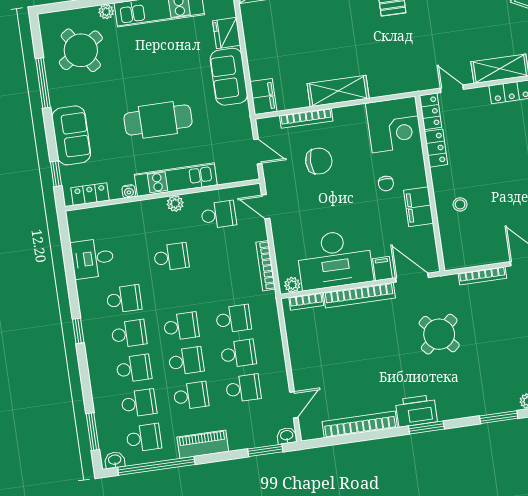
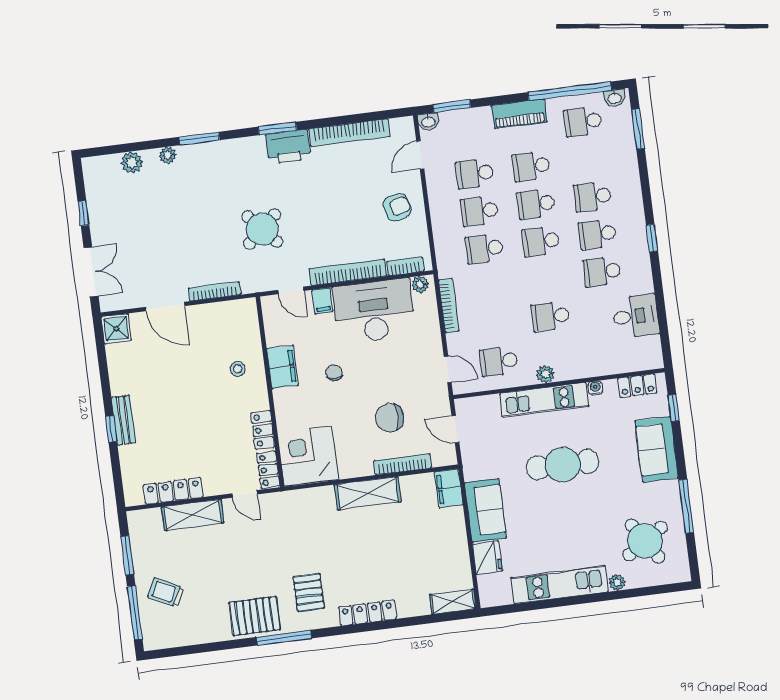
chair: (386, 183) -> (334, 373), moved
door: (412, 278) -> (291, 290), width x0.73
armchair: (315, 356) -> (397, 207), added
school desk: (139, 403) -> (588, 159), removed

